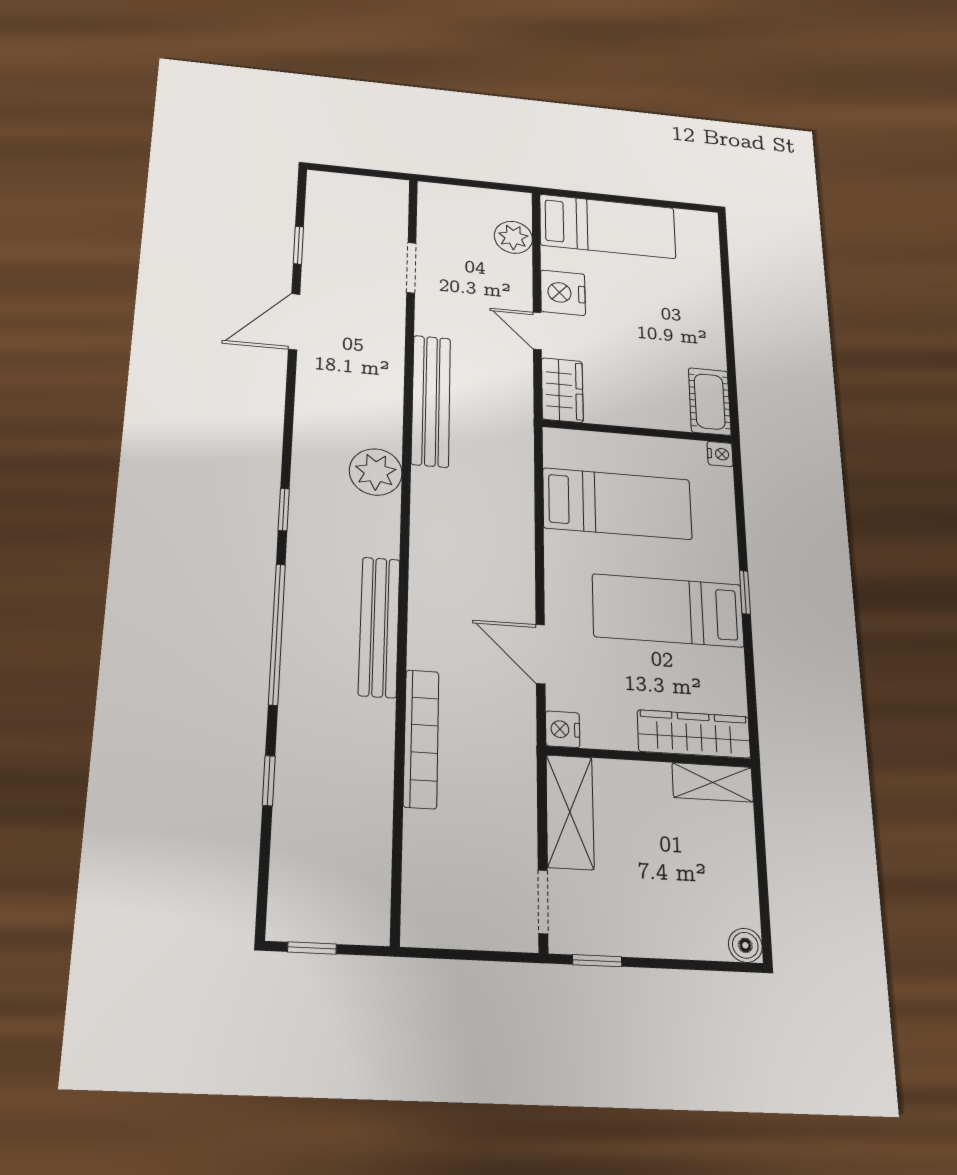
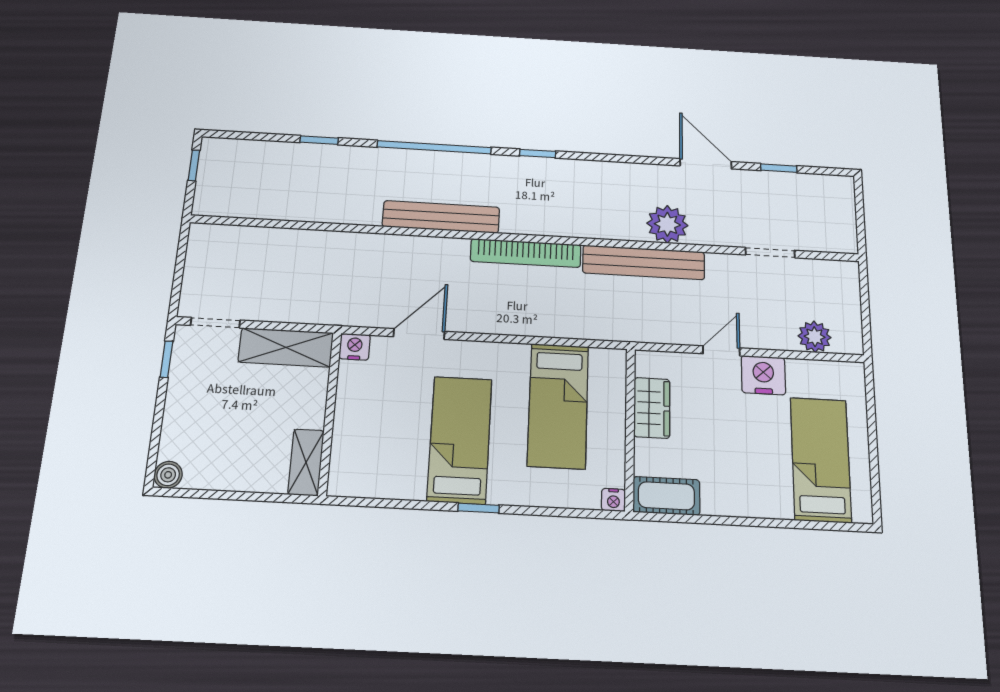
bed: (608, 226) -> (821, 459), moved, turned 180
wardrobe: (562, 390) -> (652, 408), moved, turned -90
plant: (376, 472) -> (667, 224), moved
wardrobe: (694, 734) -> (349, 451), removed
bookcase: (421, 739) -> (526, 253), moved

